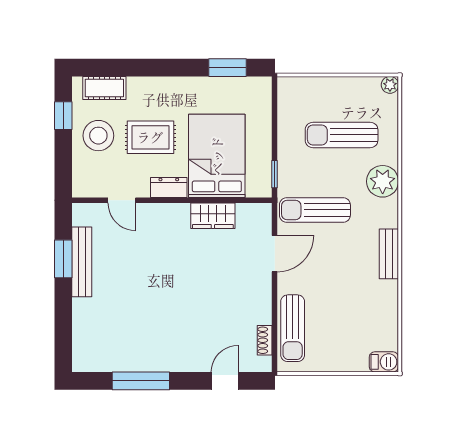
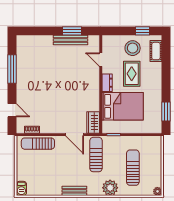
door: (122, 200) -> (101, 60), hinge flipped
wardrobe: (213, 216) -> (93, 123), moved

